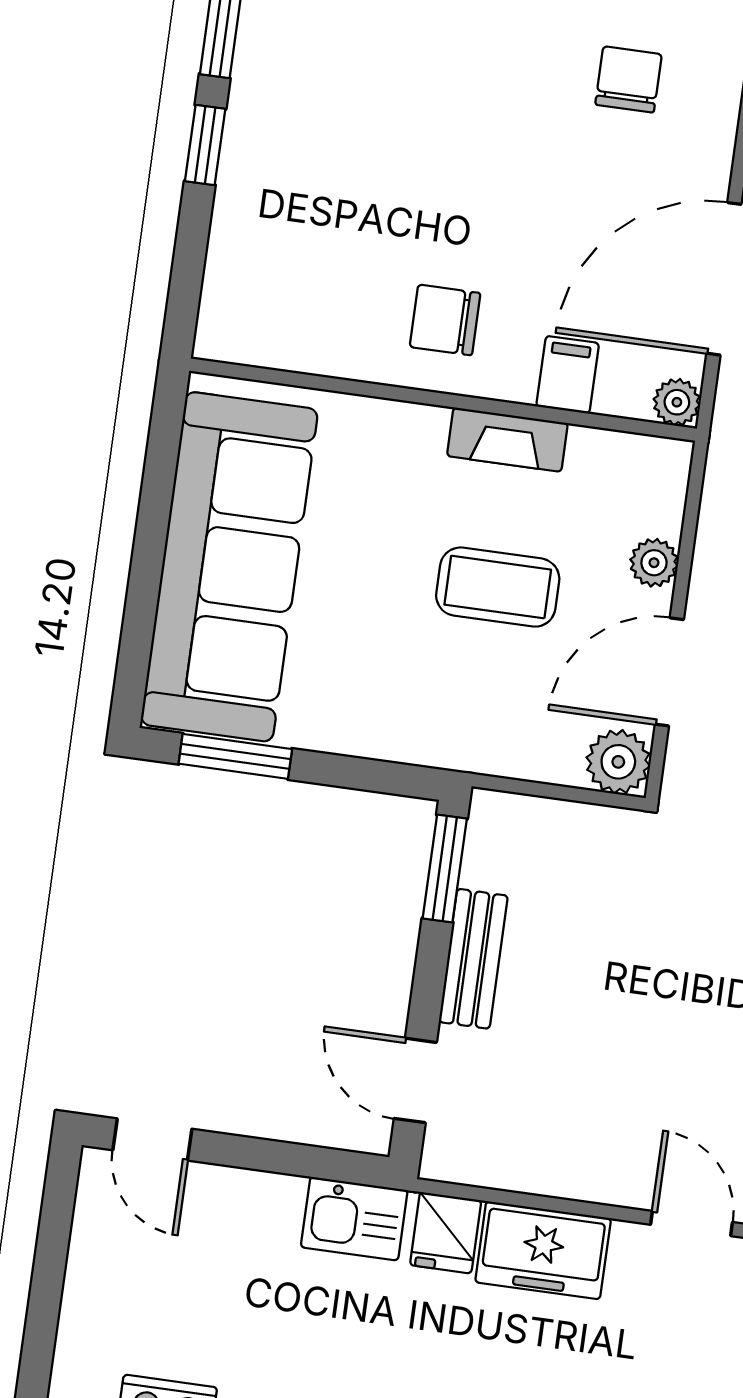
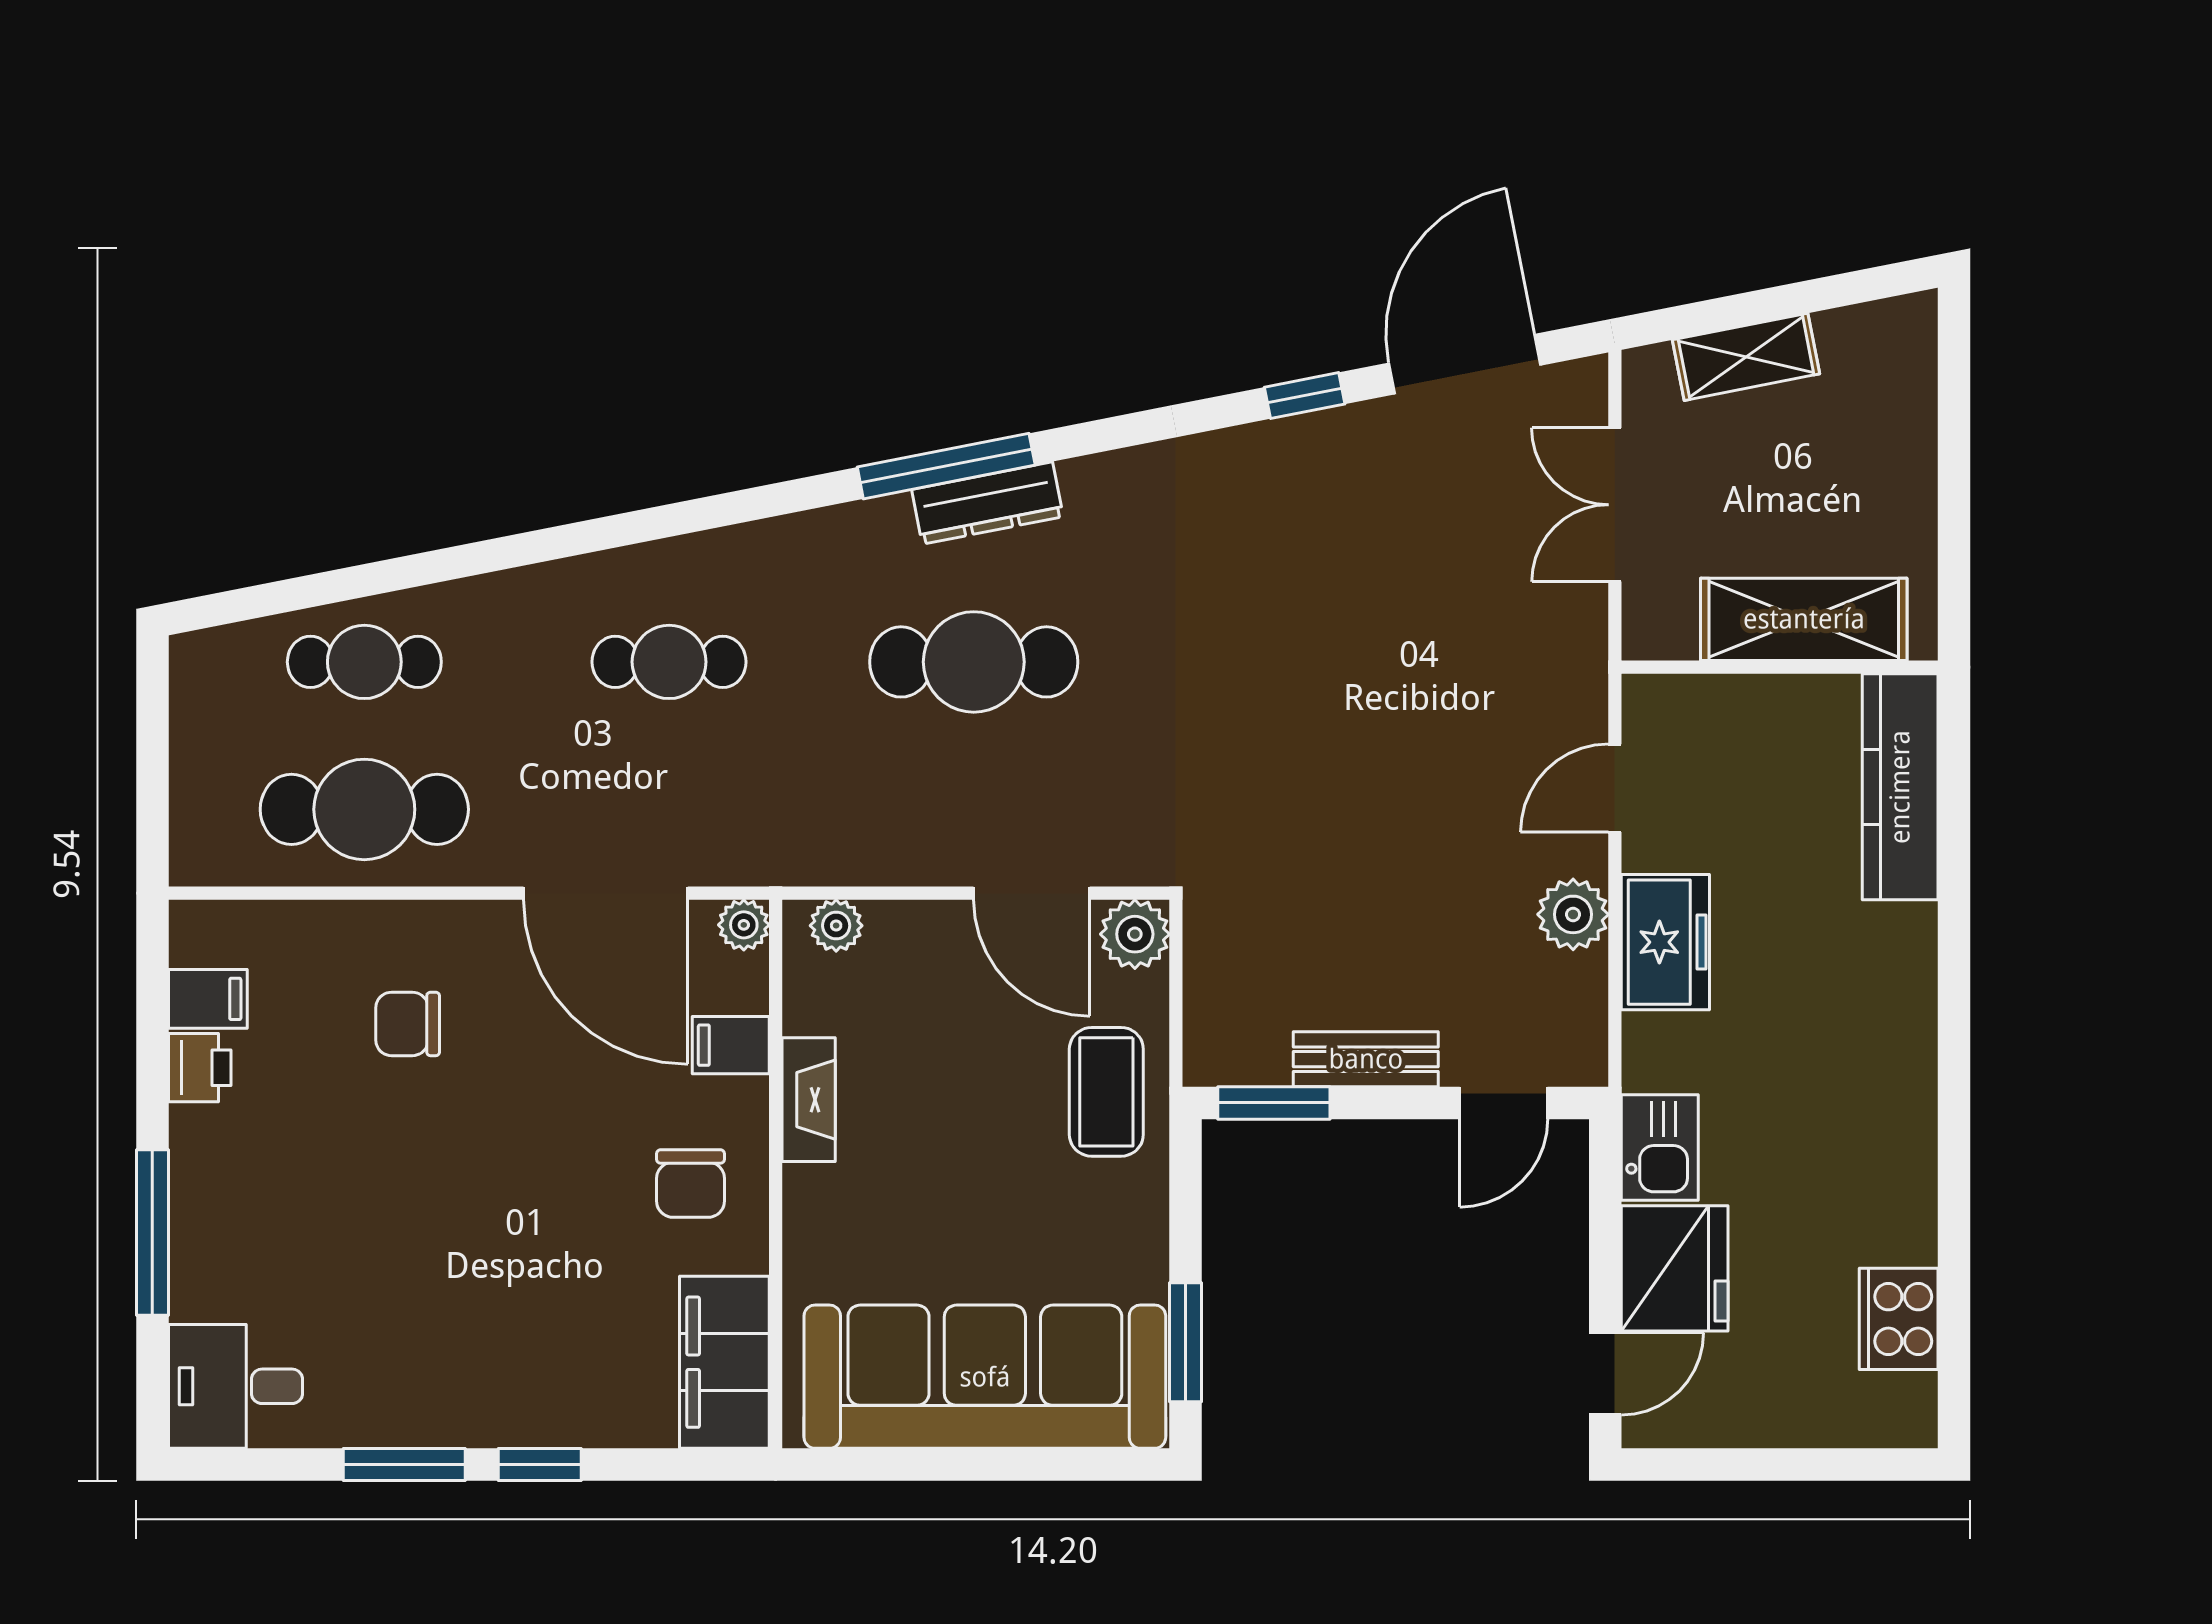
filing cabinet: (276, 328) -> (724, 1362), added
plant: (654, 563) -> (836, 926), moved
coffee table: (498, 587) -> (1106, 1092), moved
plant: (580, 1169) -> (1573, 914), added
fridge: (446, 1233) -> (1675, 1268), moved, width x1.88, depth x1.34

